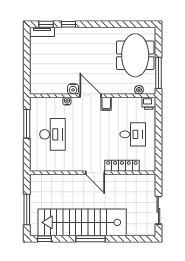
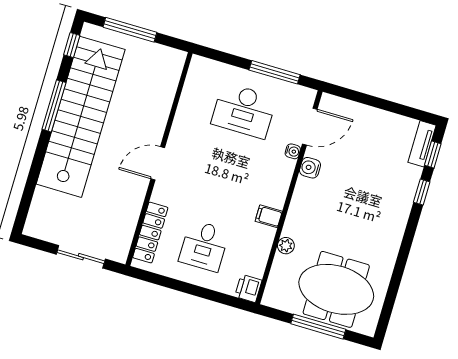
window: (158, 73) -> (318, 327), moved
plant: (139, 90) -> (286, 246), moved
door: (90, 96) -> (310, 127), moved
locker: (122, 166) -> (150, 233), moved
sliding door: (158, 210) -> (81, 257), moved
window: (91, 239) -> (54, 106), moved

